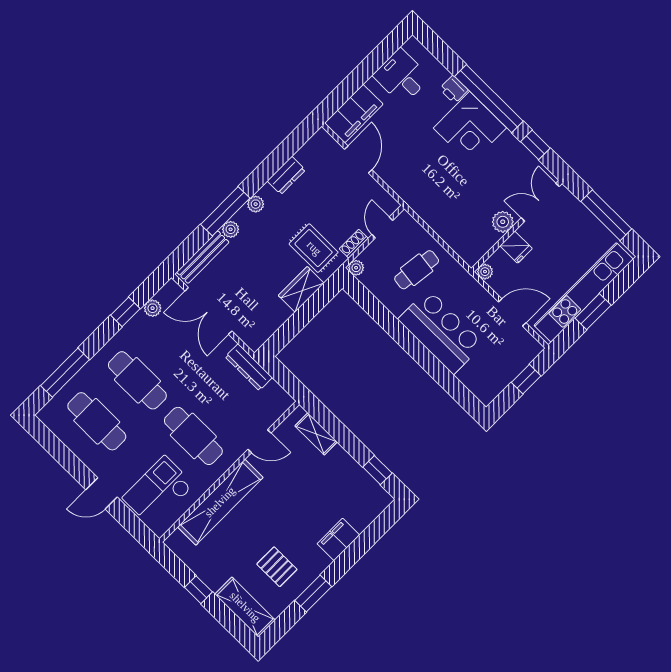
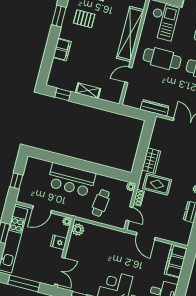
door: (358, 159) -> (146, 236), moved
plant: (503, 222) -> (78, 230), moved
shelving: (316, 434) -> (88, 91), moved

